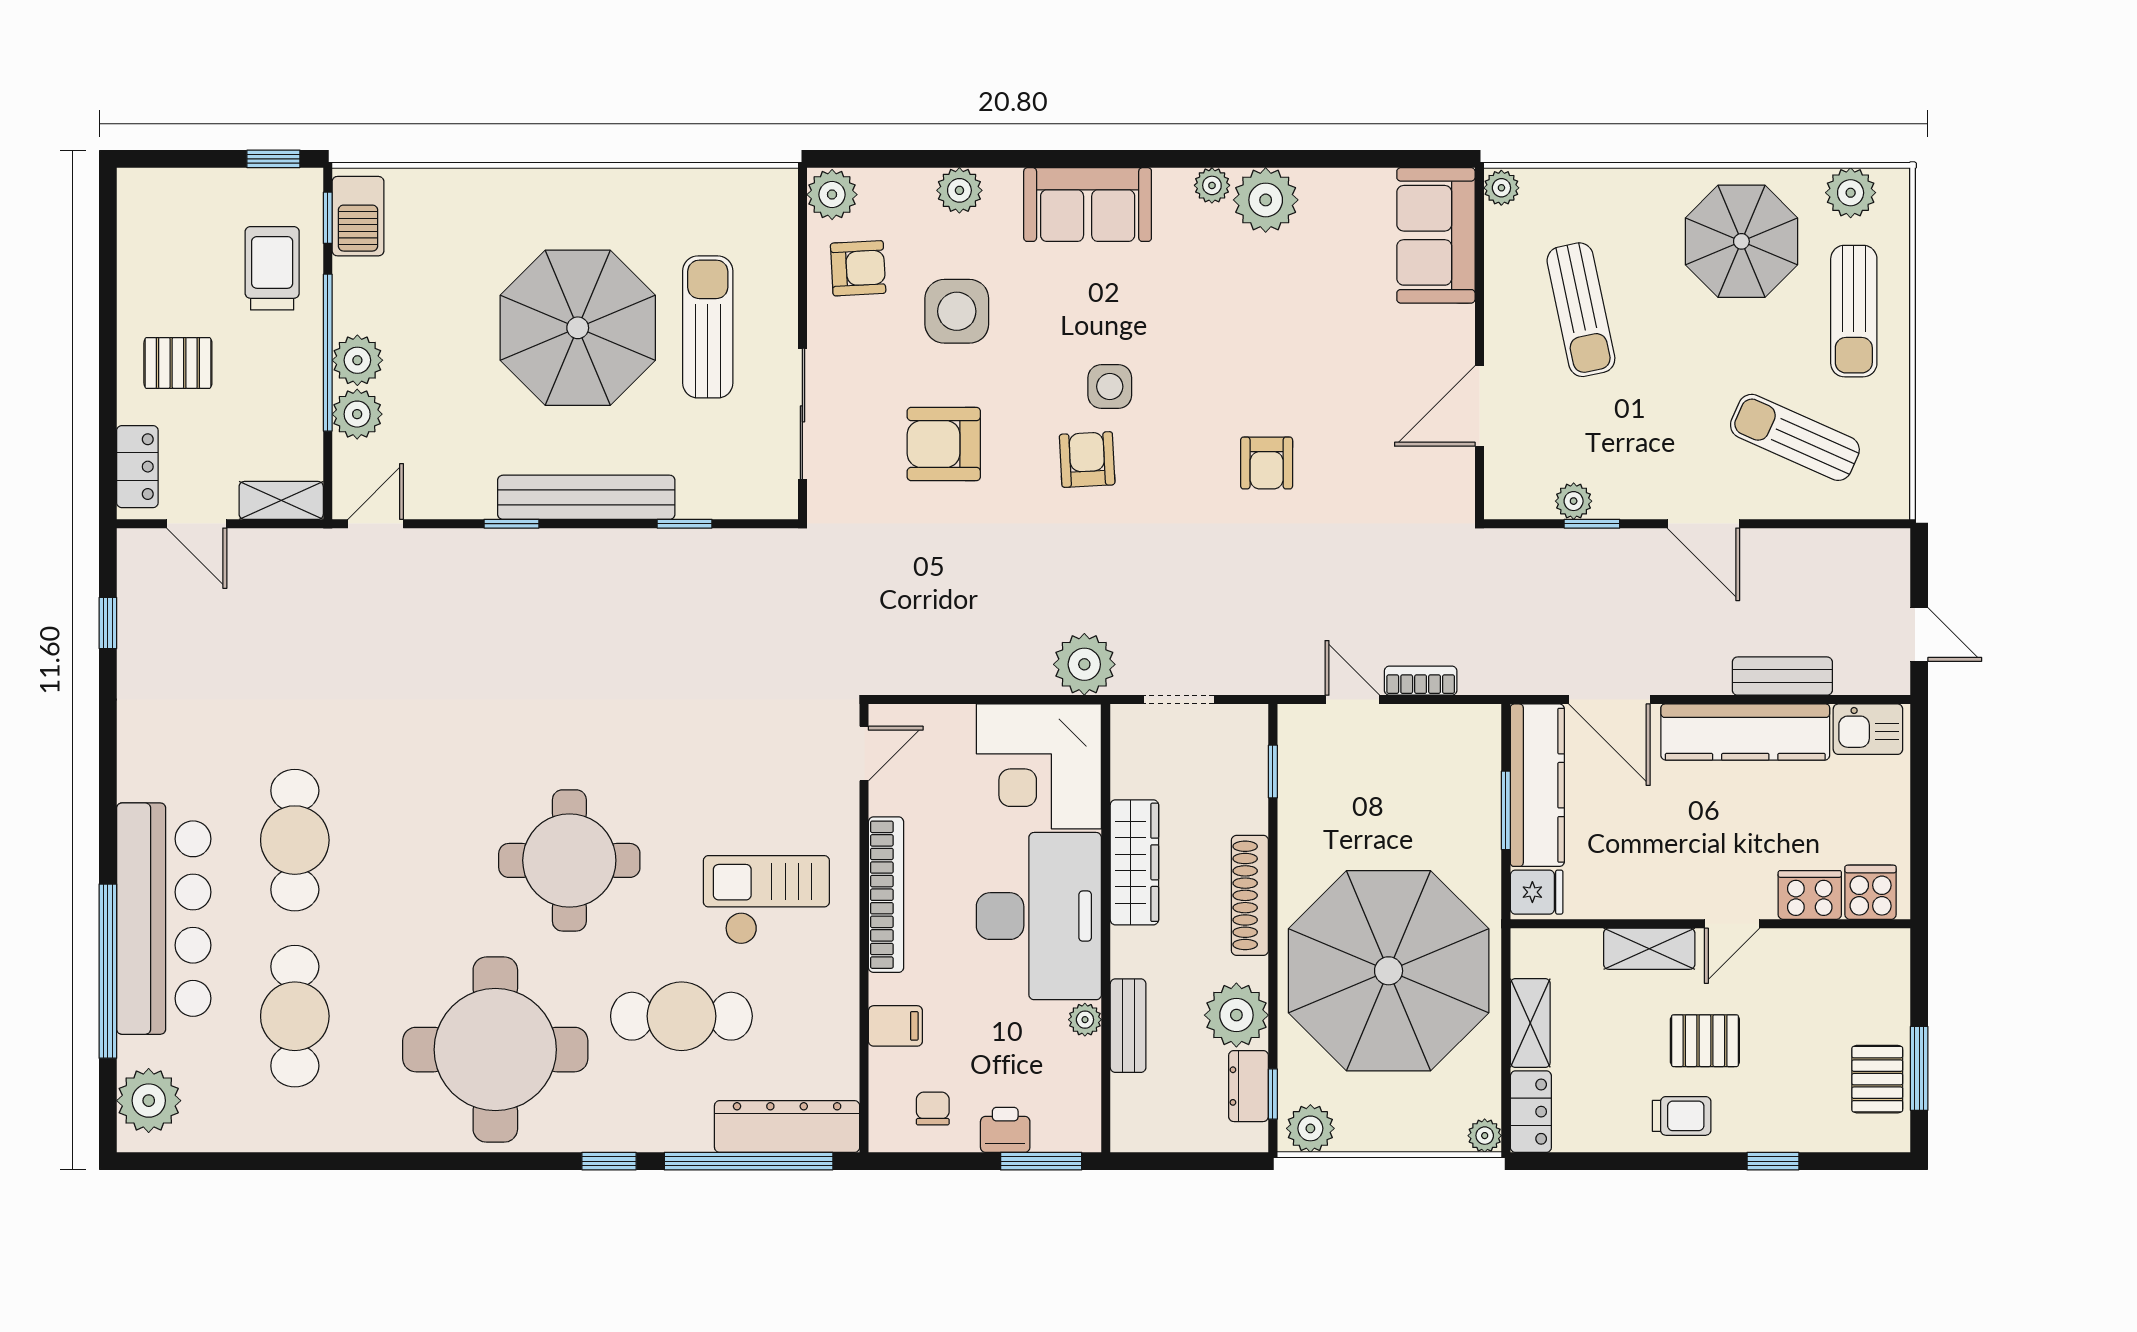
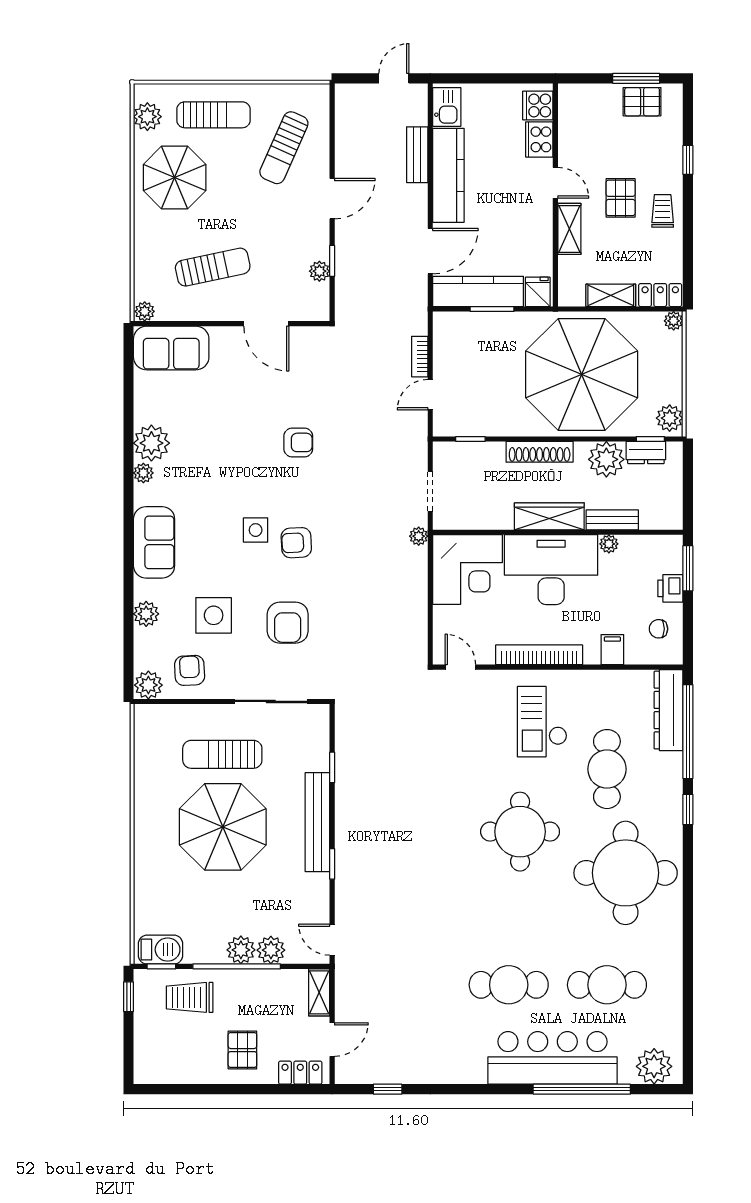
plant: (1084, 664) -> (419, 536), width x0.53, depth x0.53
wardrobe: (1134, 862) -> (549, 516), moved

